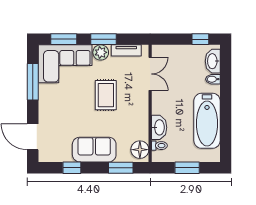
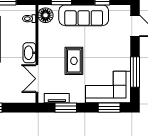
window: (104, 39) -> (66, 108), moved
plant: (101, 52) -> (78, 96), removed
washbasin: (159, 127) -> (29, 53), moved
sofa: (94, 150) -> (84, 15), width x1.36

